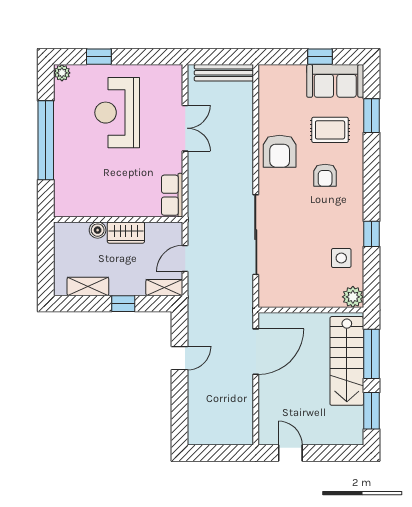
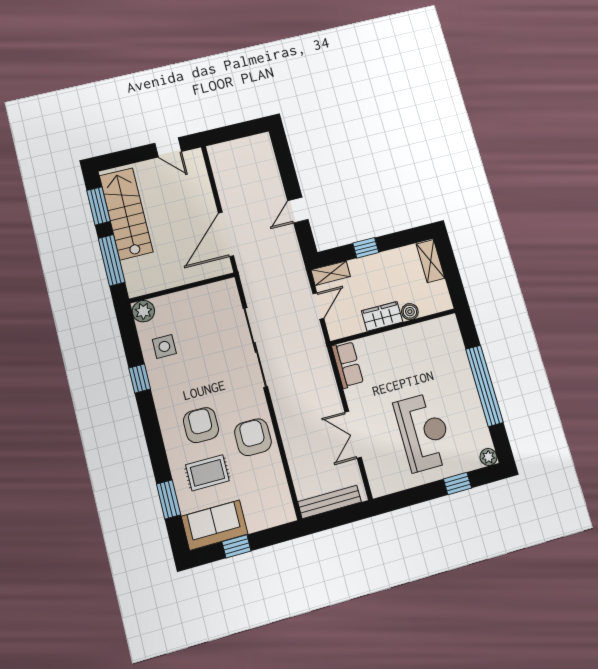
armchair: (325, 175) -> (201, 425), width x1.38, depth x1.38
shelving: (88, 286) -> (431, 261), moved, turned 90
stairs: (347, 361) -> (126, 214), moved

